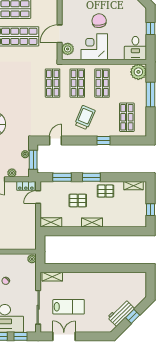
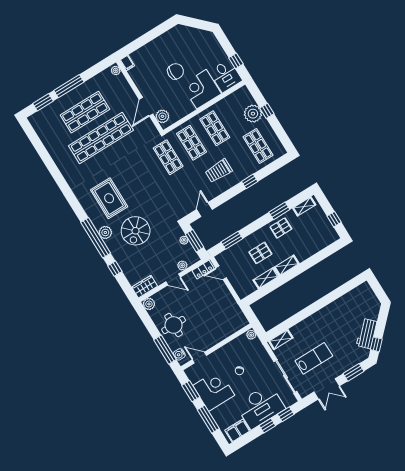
chair: (99, 21) -> (176, 71), turned 96
window: (150, 29) -> (236, 61), moved
corner desk: (94, 47) -> (202, 89), moved
plant: (138, 72) -> (253, 114), moved
window: (150, 94) -> (267, 111), width x0.46
trolley: (85, 118) -> (219, 171), turned -113
window: (91, 177) -> (279, 211), moved
door: (38, 197) -> (221, 273), hinge flipped
shelving: (51, 222) -> (266, 278), moved
window: (133, 316) -> (376, 344), moved
double door: (64, 336) -> (327, 389), swing flipped
window: (92, 336) -> (353, 372), added

